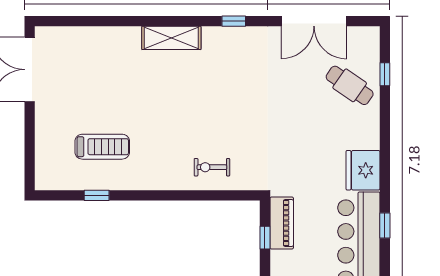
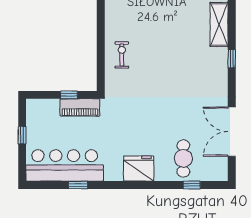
window: (234, 21) -> (232, 59), moved
cafe table: (350, 85) -> (183, 158), turned -35
fridge: (363, 170) -> (139, 169), moved

